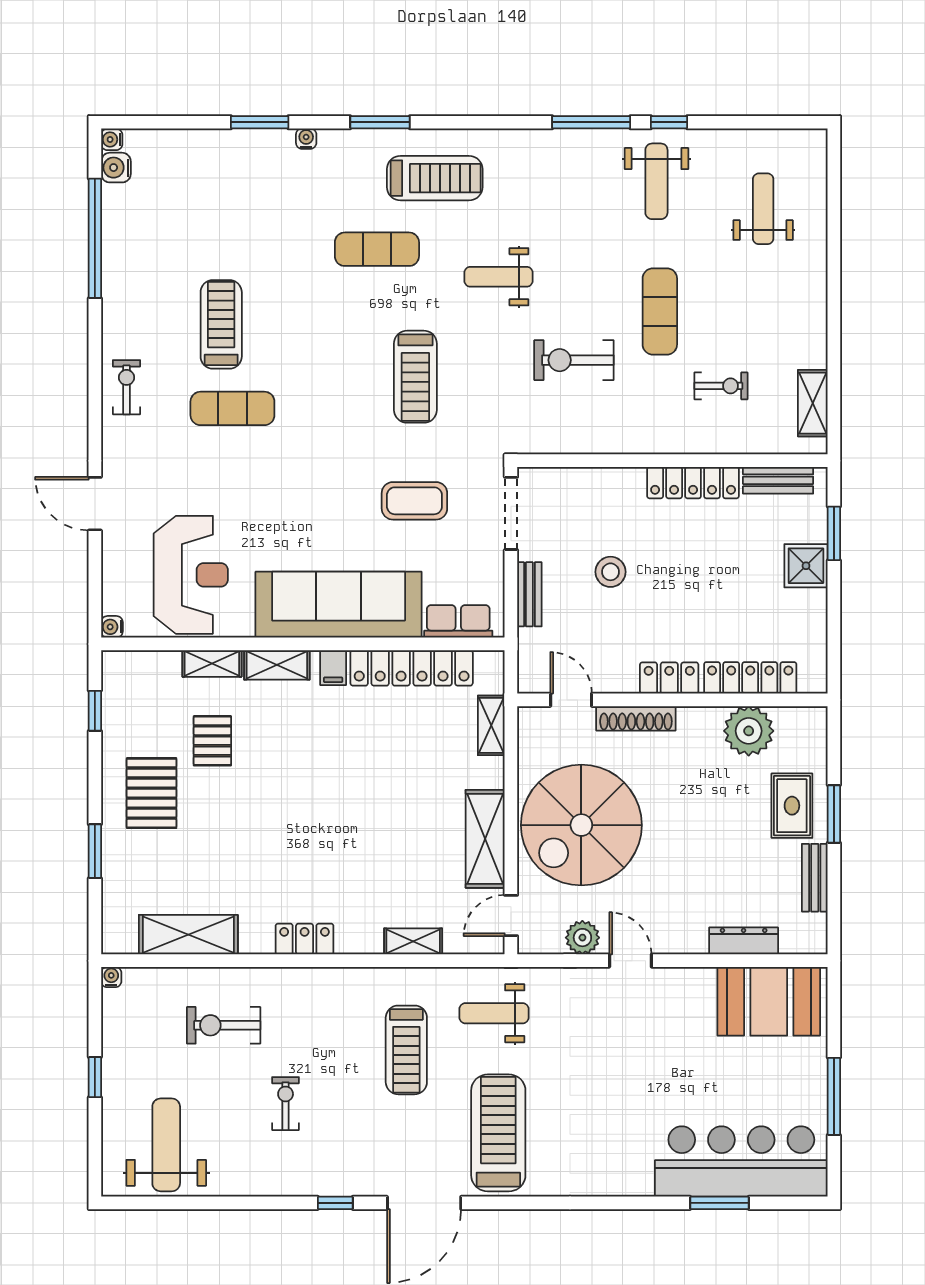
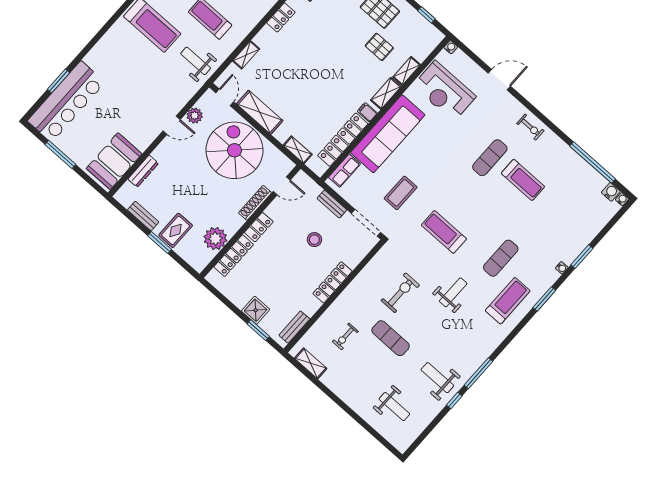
treadmill: (435, 178) -> (508, 301), turned 180
locker: (693, 483) -> (333, 282), moved
rug: (792, 806) -> (176, 230), turned 90
weight bench: (494, 1013) -> (196, 61), turned -90

